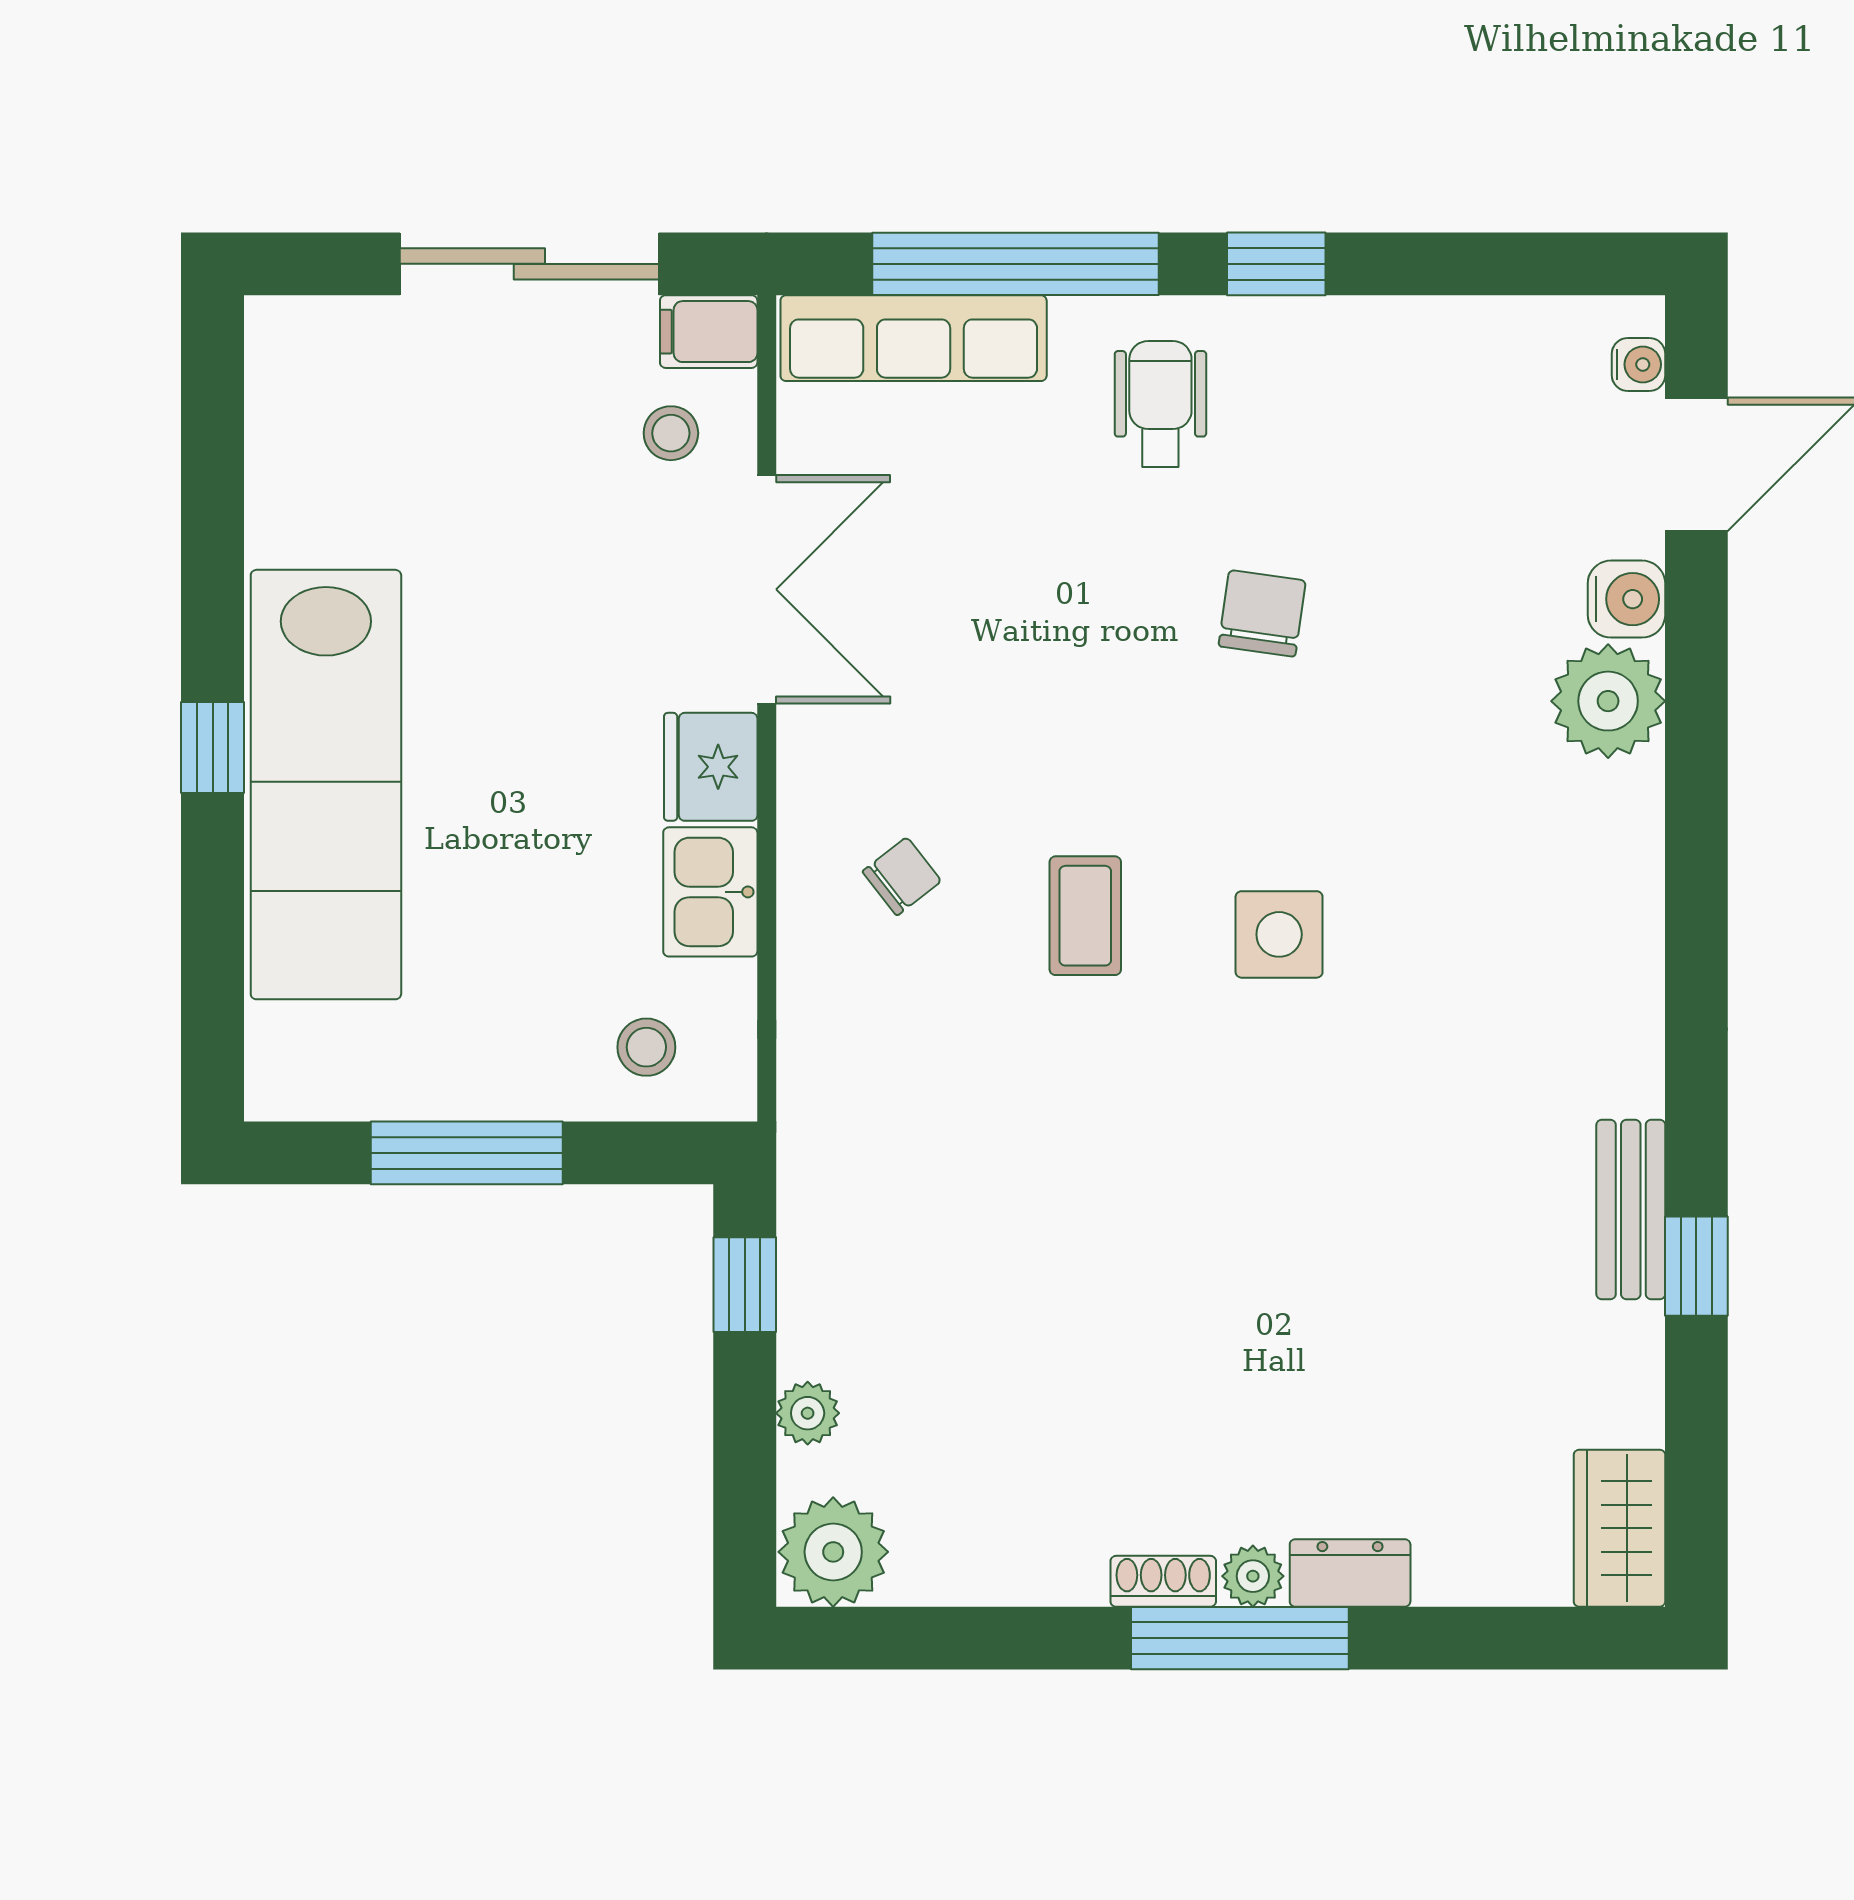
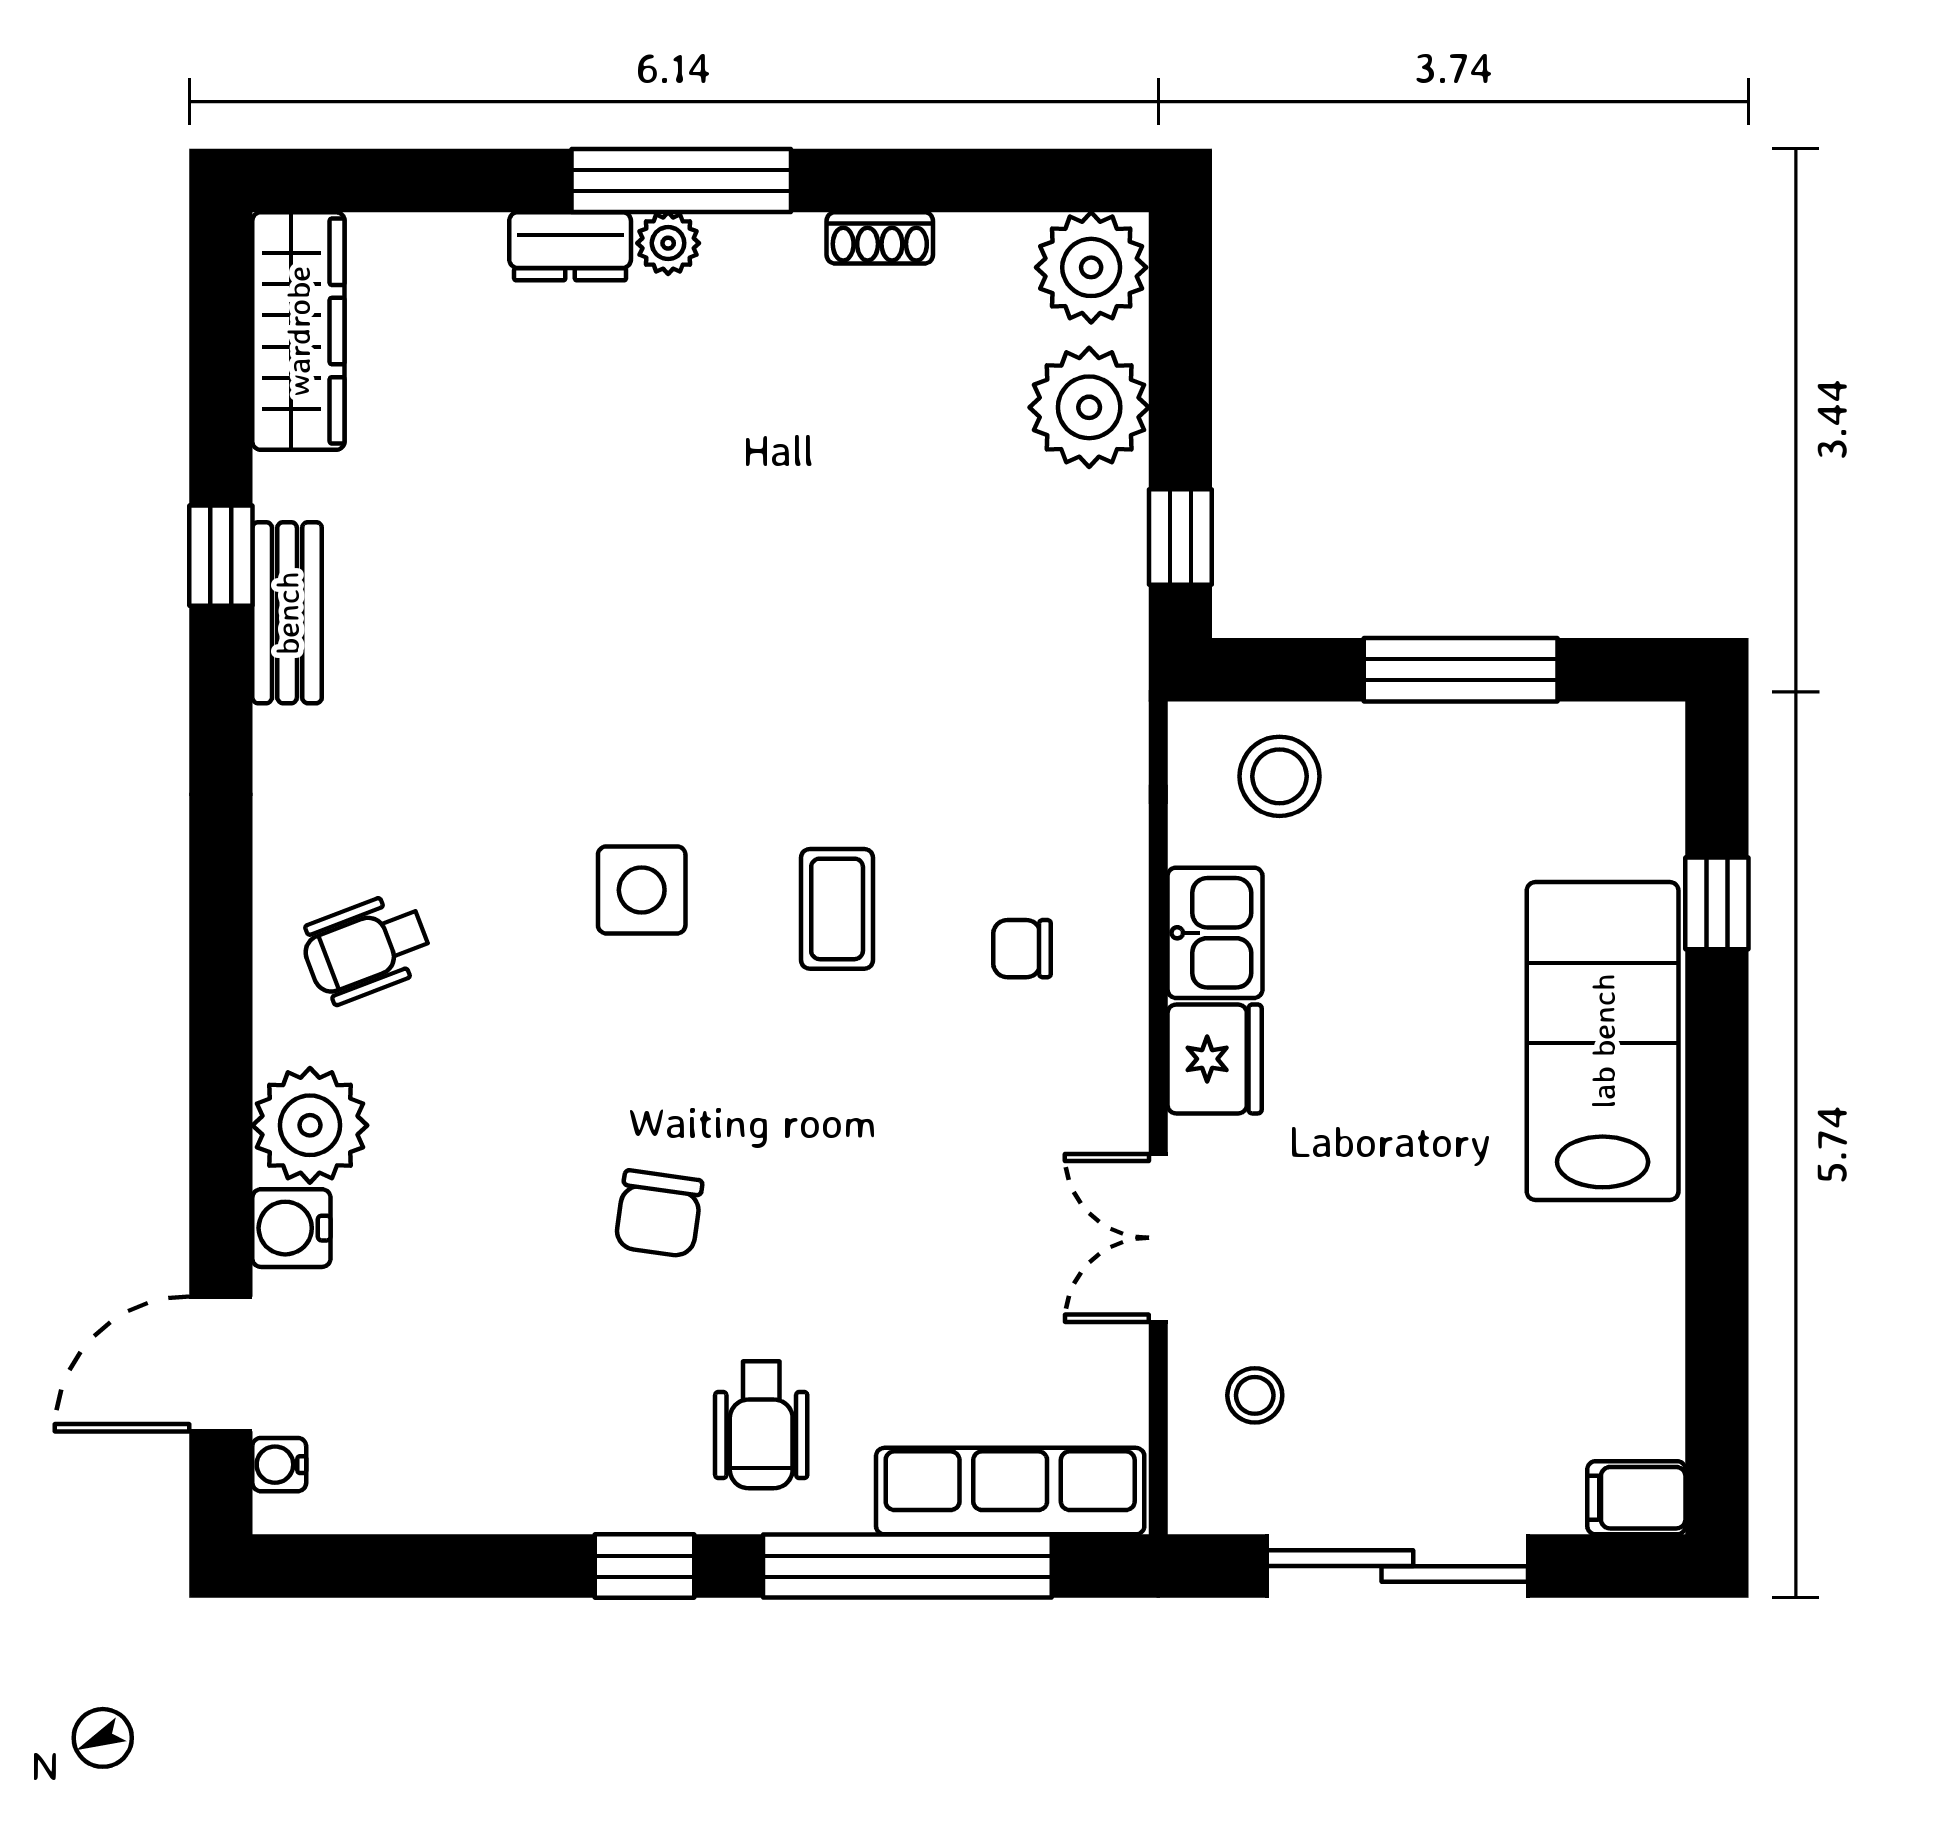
filing cabinet: (709, 332) -> (1636, 1498), moved, turned 180
double door: (767, 589) -> (1158, 1238), width x0.73
window: (213, 747) -> (1717, 903), moved
lab bench: (326, 785) -> (1603, 1041), width x0.73
chair: (902, 876) -> (1022, 949), turned 38
wheelchair: (1552, 877) -> (366, 948), added
stool: (646, 1047) -> (1279, 776), width x1.37, depth x1.37
plant: (808, 1413) -> (1089, 407), width x1.87, depth x1.87
wardrobe: (1619, 1528) -> (298, 331), width x1.50
shoe rack: (1163, 1581) -> (880, 238), moved

